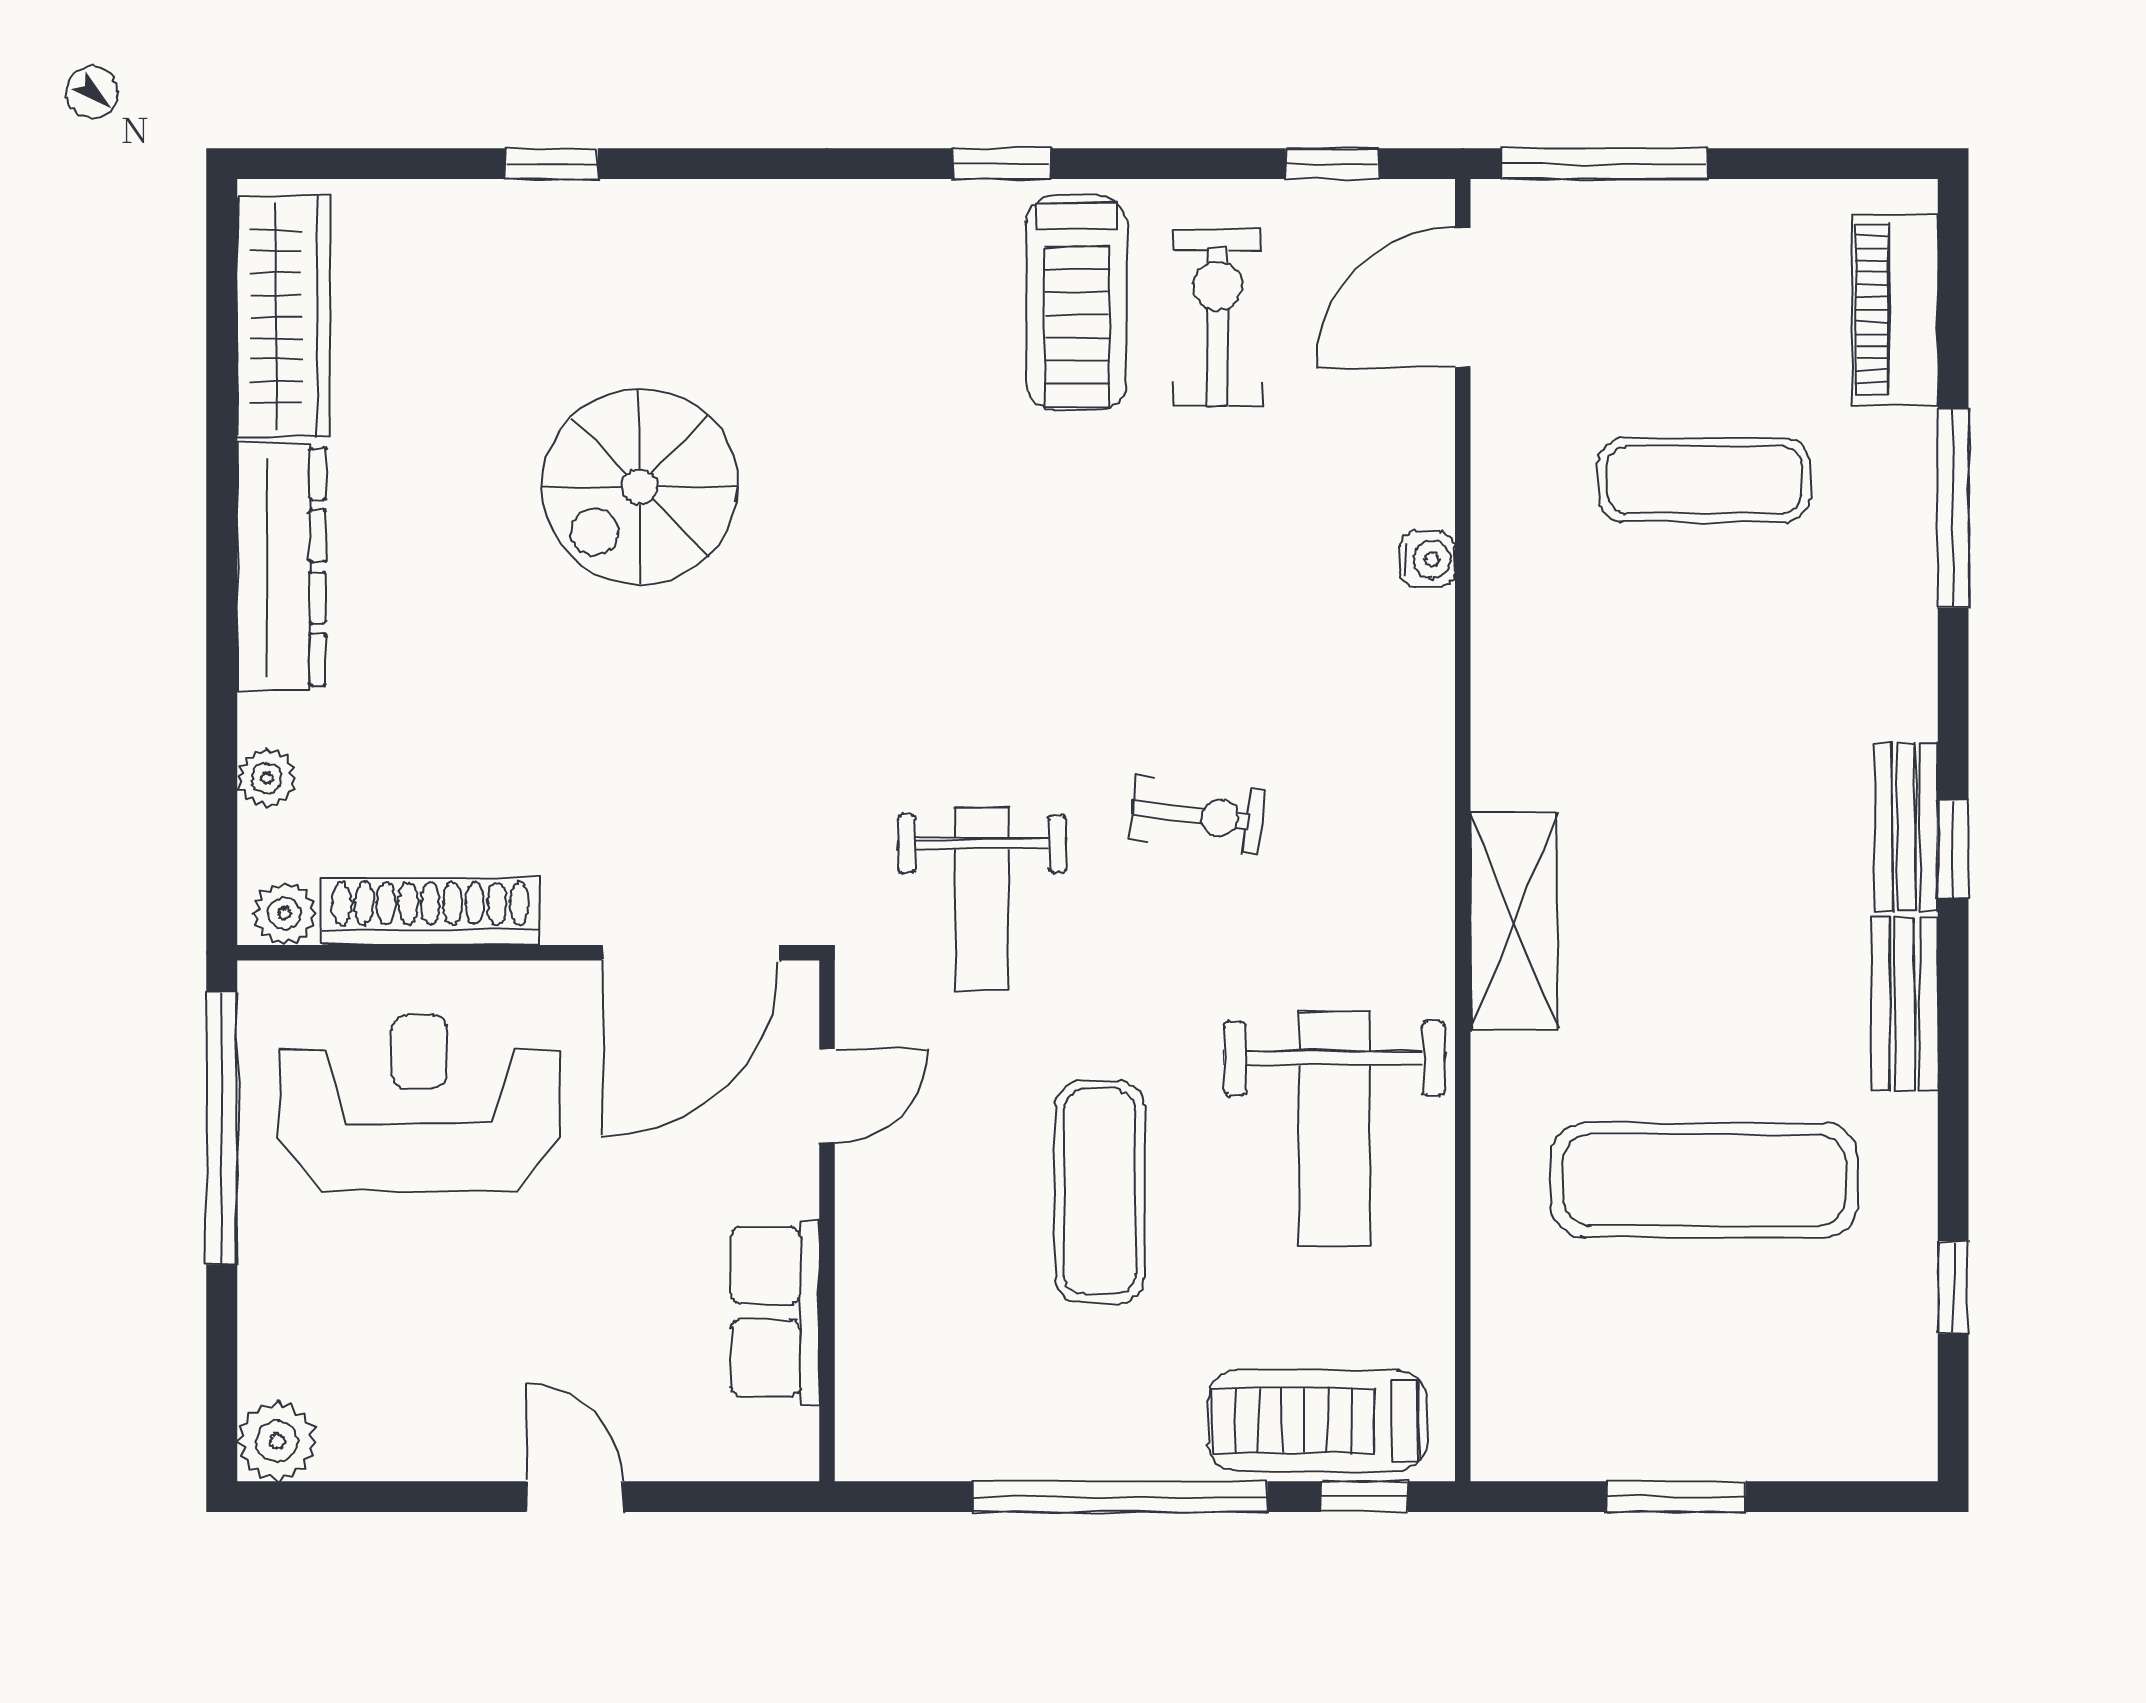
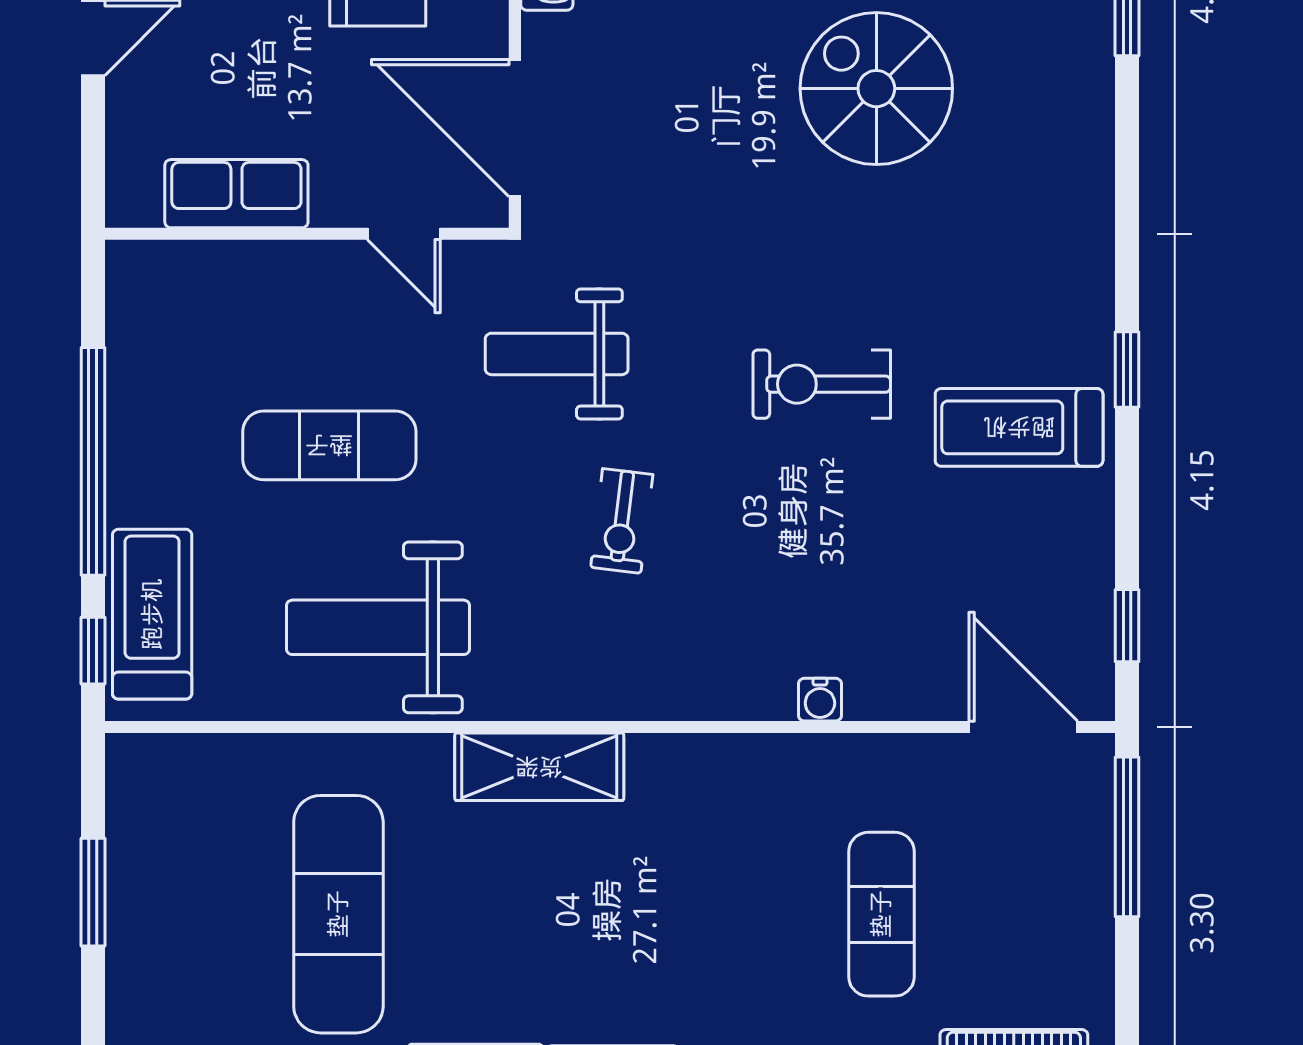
exercise bike: (1218, 318) -> (822, 384), moved, turned 180

